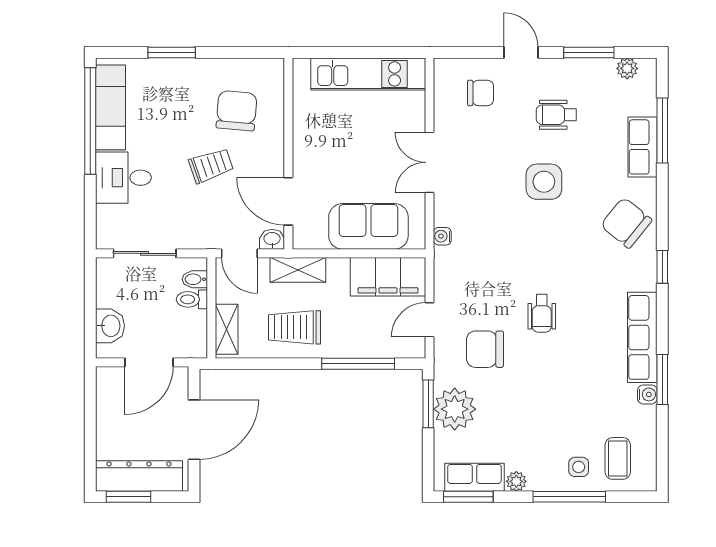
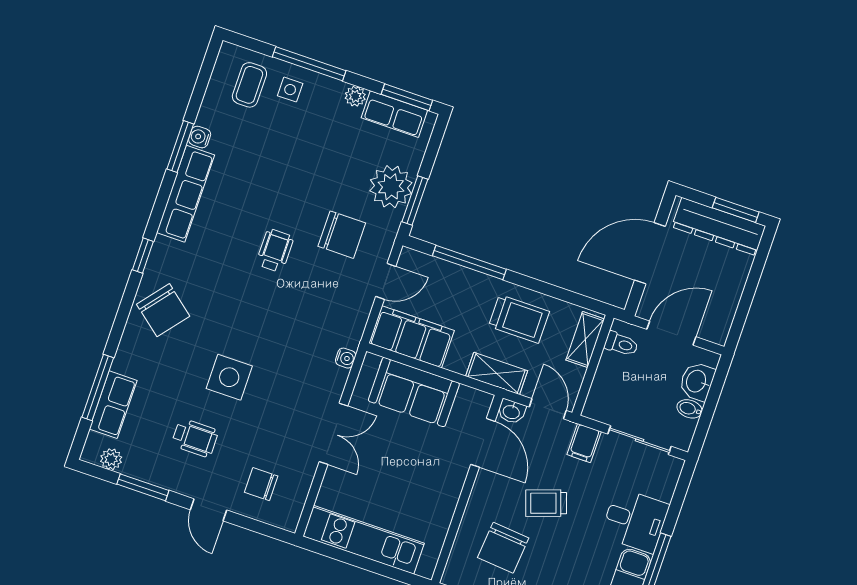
row of seats: (643, 147) -> (113, 405), moved
filing cabinet: (195, 233) -> (584, 443), added
bidet: (195, 279) -> (690, 409), moved, turned 180
toilet: (192, 299) -> (621, 344), moved

